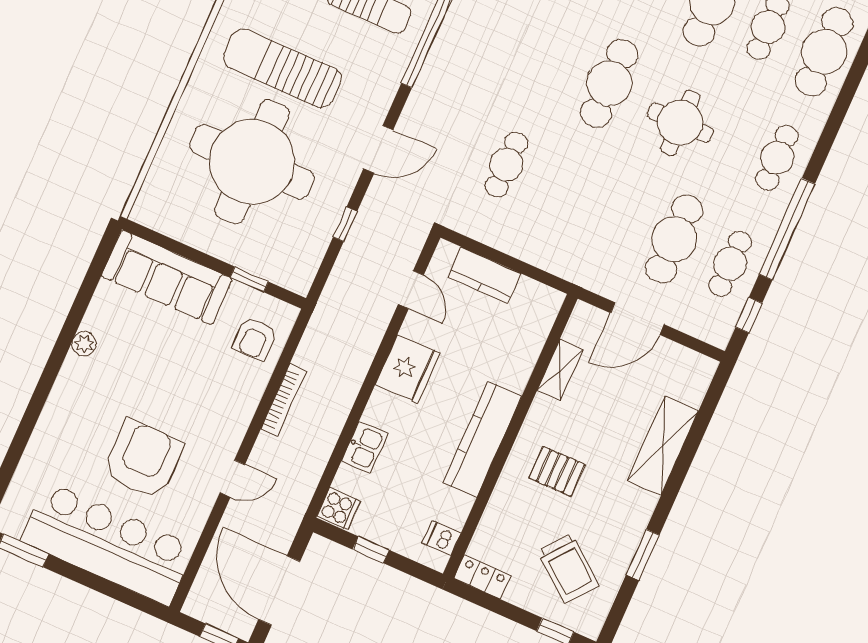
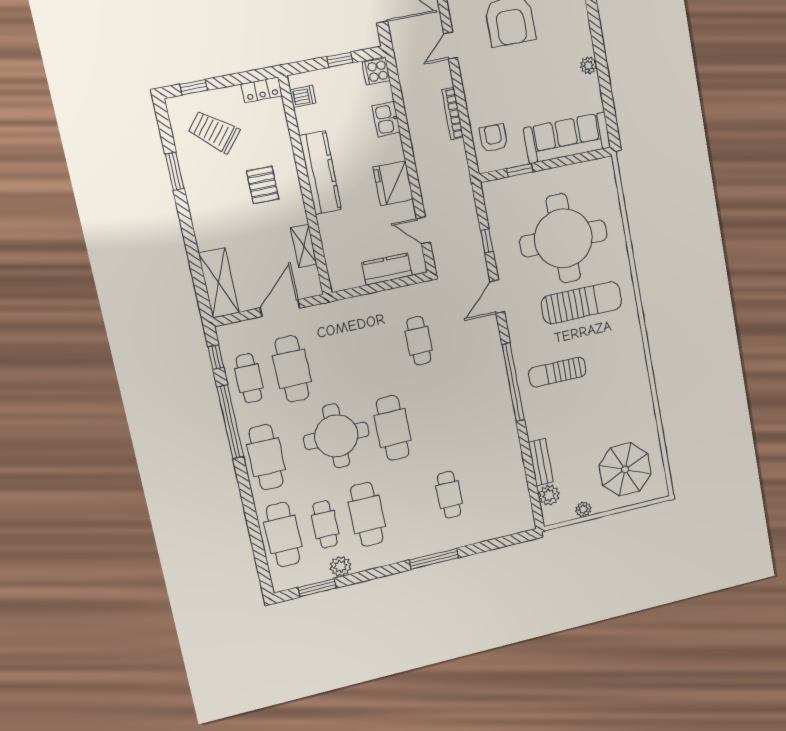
round table: (680, 123) -> (336, 436), width x1.36, depth x1.36
cafe table: (777, 158) -> (266, 457), width x1.37, depth x1.35
shelving: (663, 446) -> (219, 283), moved
pallet: (557, 471) -> (263, 185), turned 90

